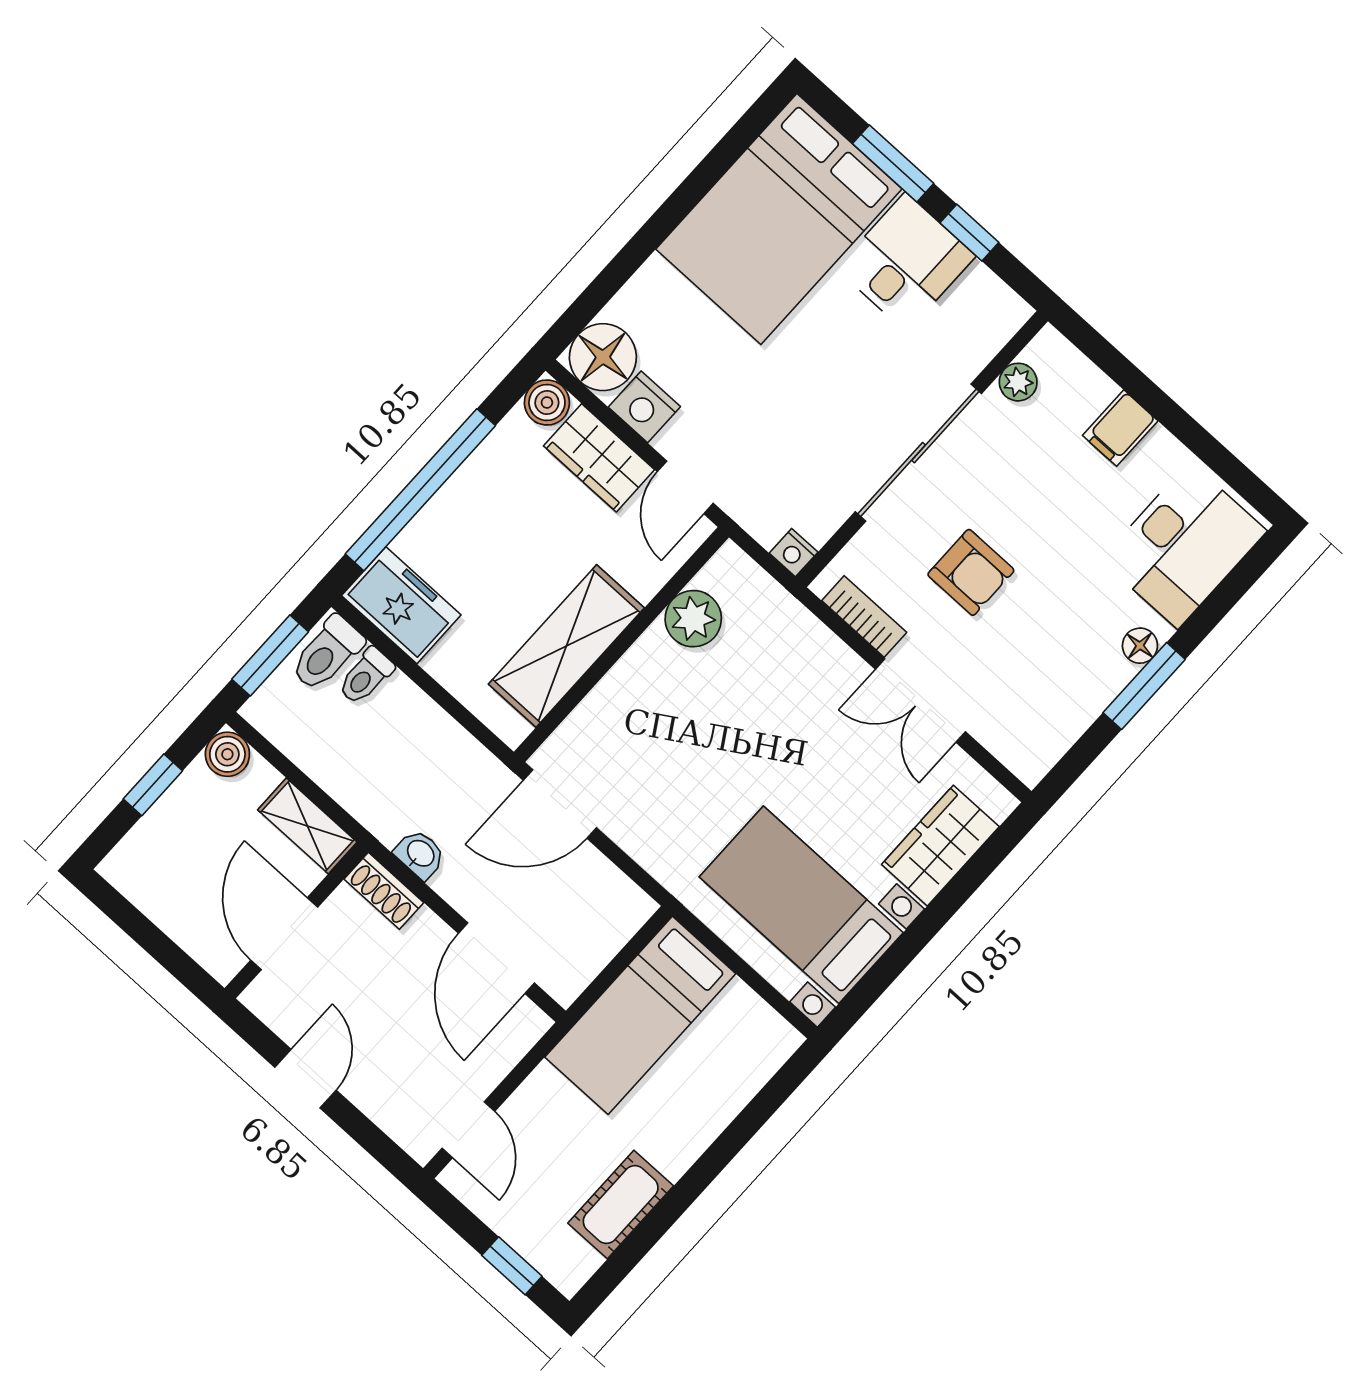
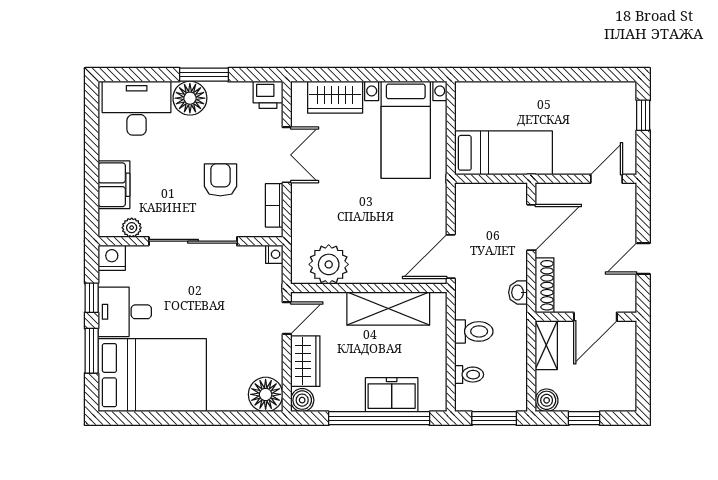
nightstand: (644, 407) -> (112, 258), moved, turned -90
filing cabinet: (1120, 428) -> (114, 185), width x2.00
freezer: (401, 605) -> (392, 395), moved, turned 90
plant: (693, 619) -> (329, 264), width x1.36, depth x1.36
floor lamp: (1140, 646) -> (190, 98), width x1.89, depth x1.89
toilet: (327, 653) -> (474, 331), moved
printer: (1032, 752) -> (268, 95), added
door: (560, 804) -> (451, 256), swing flipped
shoe rack: (384, 891) -> (545, 285), width x1.43
cot: (621, 1205) -> (582, 95), removed

